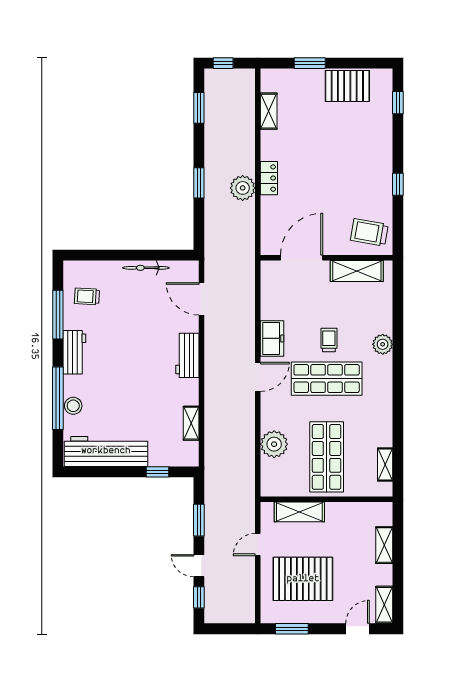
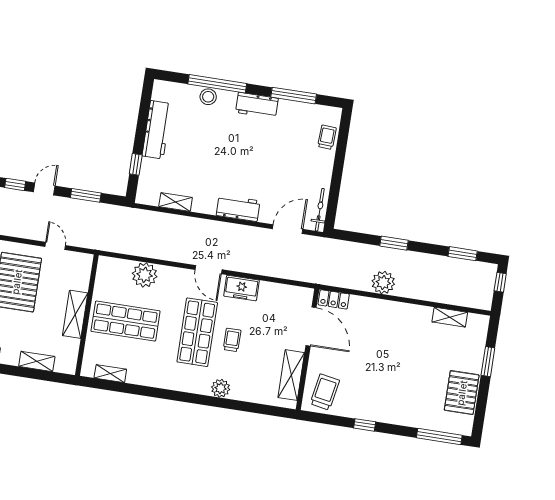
window: (398, 103) -> (439, 437), width x2.17
locker: (269, 178) -> (334, 299), moved
bicycle: (146, 268) -> (320, 210), moved
trolley: (87, 296) -> (327, 137), moved
trolley: (329, 340) -> (232, 340), turned -90
workbench: (106, 451) -> (157, 130), width x0.73, depth x0.76
shelving: (299, 512) -> (75, 314), moved

